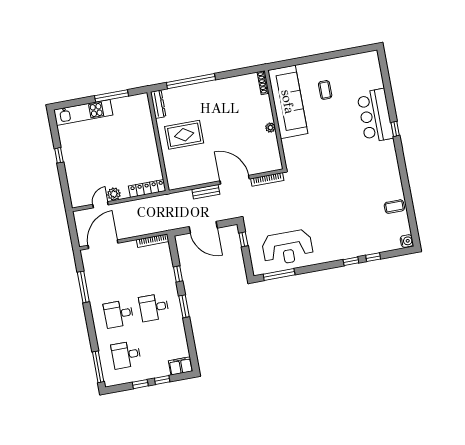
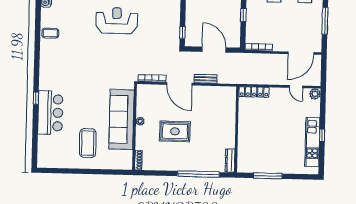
coffee table: (325, 90) -> (88, 143), width x1.86, depth x1.72
sofa: (288, 102) -> (122, 119), moved
kitchen unit: (83, 112) -> (312, 142), moved, turned -90
rug: (184, 135) -> (175, 131), moved
plant: (114, 194) -> (315, 94), moved
door: (100, 205) -> (296, 87), hinge flipped
reception desk: (287, 248) -> (117, 21), moved

